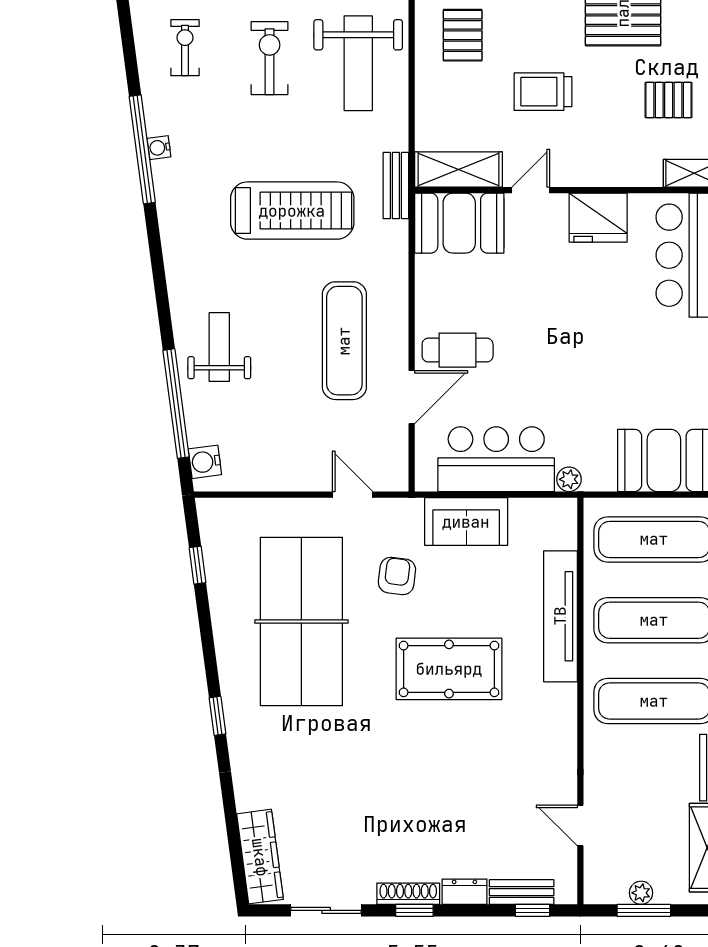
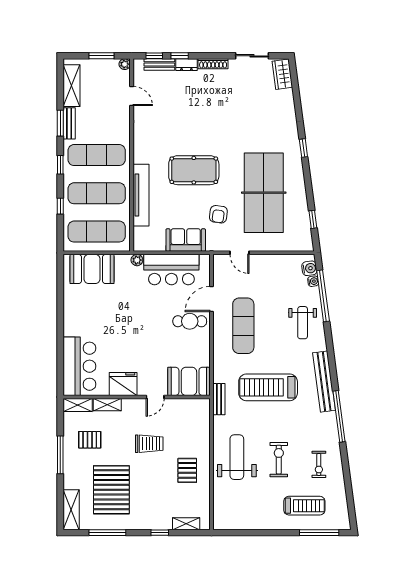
exercise bike: (270, 58) -> (279, 460), turned 180
water cooler: (159, 148) -> (313, 281), moved
shelving: (458, 170) -> (107, 405), moved, width x0.67, depth x0.75
bench: (174, 223) -> (324, 382), added
wardrobe: (260, 857) -> (282, 74), width x0.67
plant: (641, 893) -> (125, 64), moved
window: (414, 910) -> (180, 56), moved

